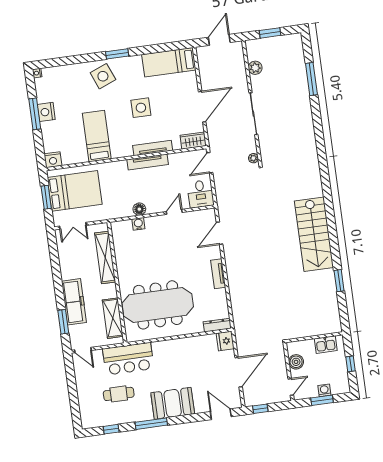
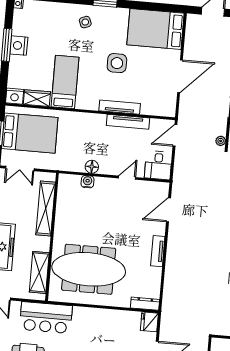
bed: (169, 62) -> (155, 29), width x1.50
side table: (103, 76) -> (85, 22), width x0.54, depth x0.54
wardrobe: (193, 141) -> (37, 98), moved
tv unit: (148, 162) -> (128, 122), moved

